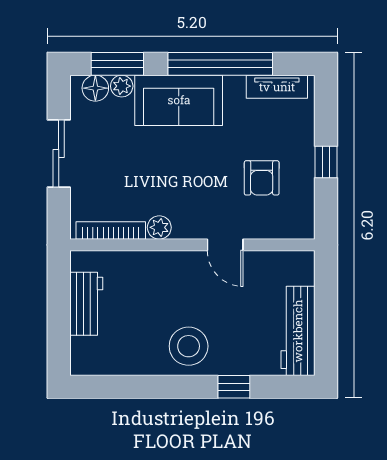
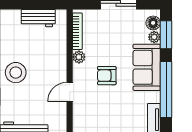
armchair: (262, 178) -> (107, 76), moved

